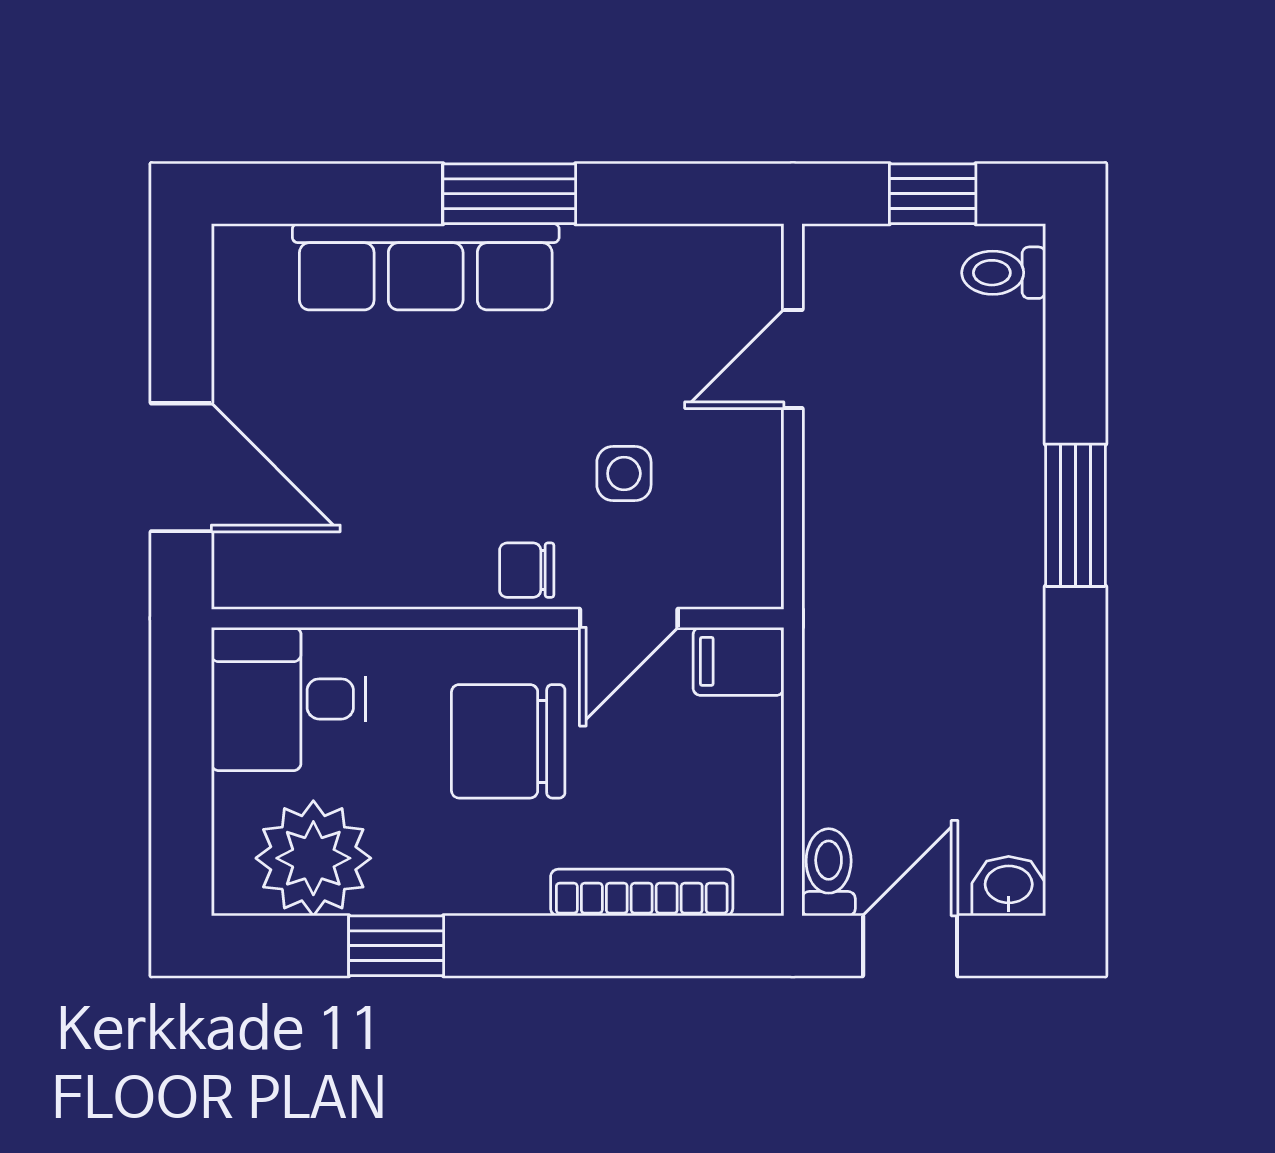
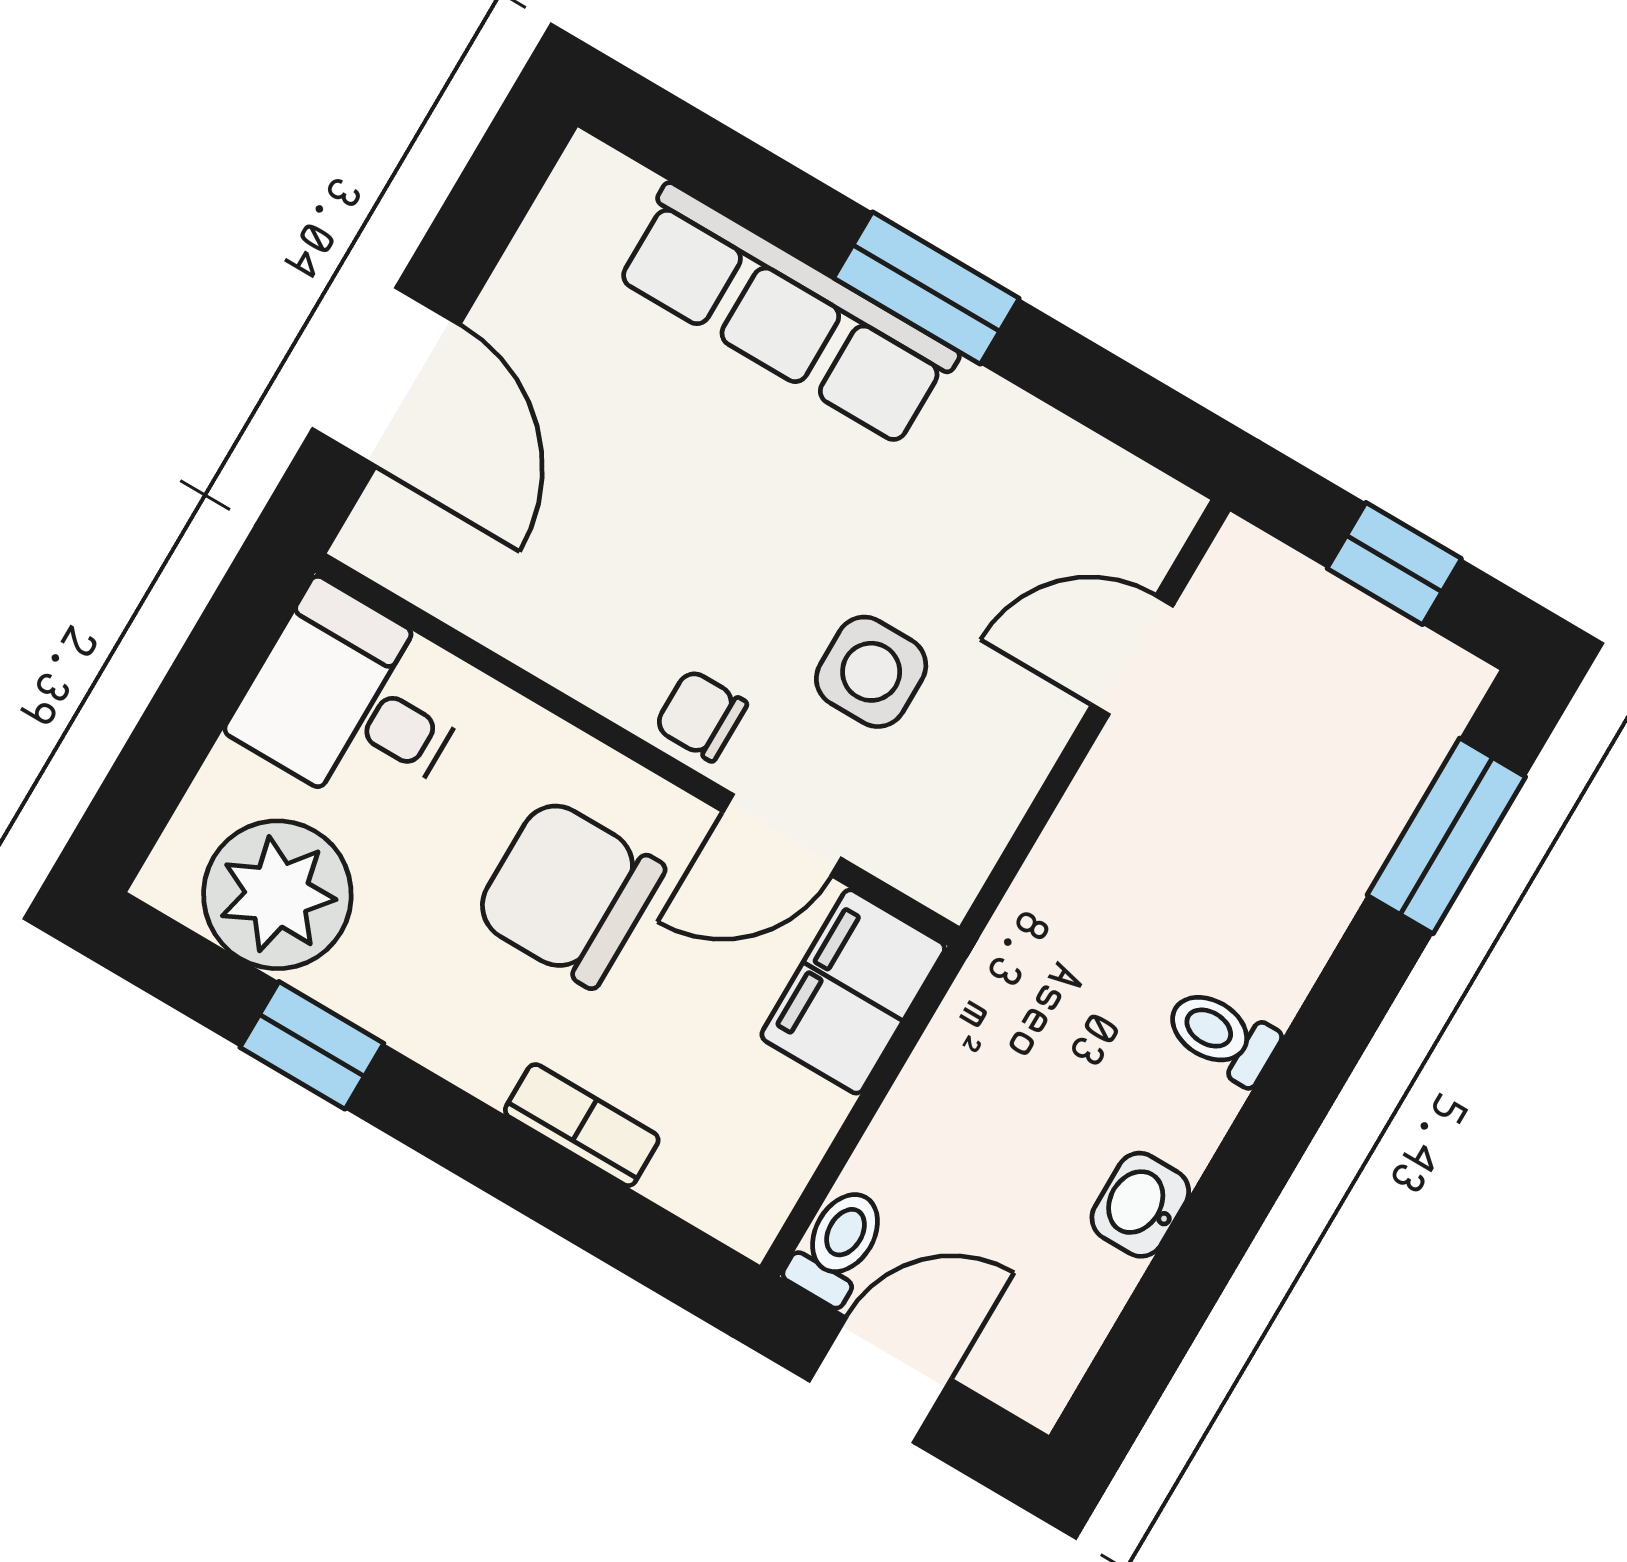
toilet: (1004, 273) -> (1222, 1036), moved
side table: (624, 473) -> (871, 672), width x1.37, depth x1.37
window: (1075, 515) -> (1446, 836), moved
filing cabinet: (739, 661) -> (853, 992), width x2.00
washbasin: (1009, 886) -> (1140, 1205), moved, turned -90
bookcase: (642, 893) -> (582, 1125), width x0.64

